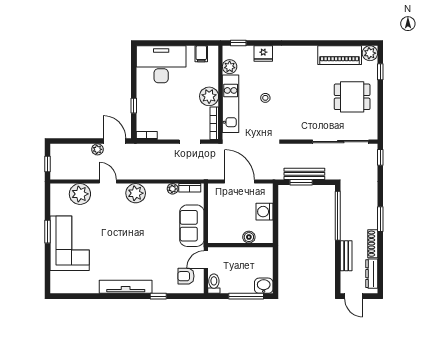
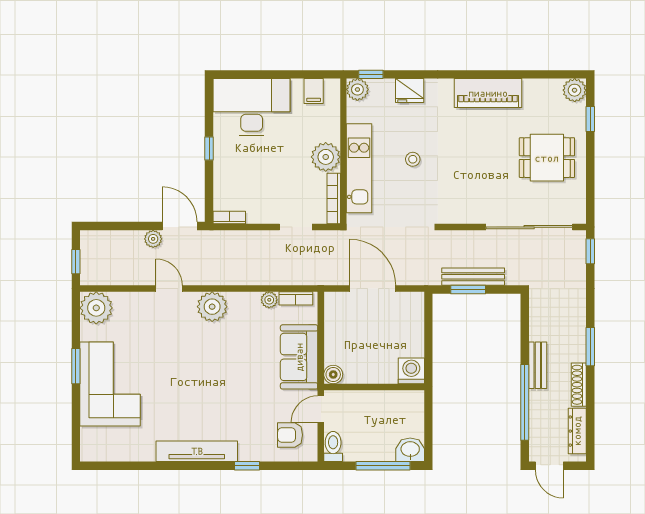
piano: (340, 55) -> (488, 93), moved
plant: (230, 67) -> (357, 89), moved
window: (134, 106) -> (209, 148), moved
plant: (80, 194) -> (96, 308), moved
washing machine: (264, 212) -> (411, 371), moved, turned 90
window: (338, 216) -> (525, 402), moved
boiler: (249, 237) -> (333, 374), moved
bench: (346, 256) -> (538, 365), moved

